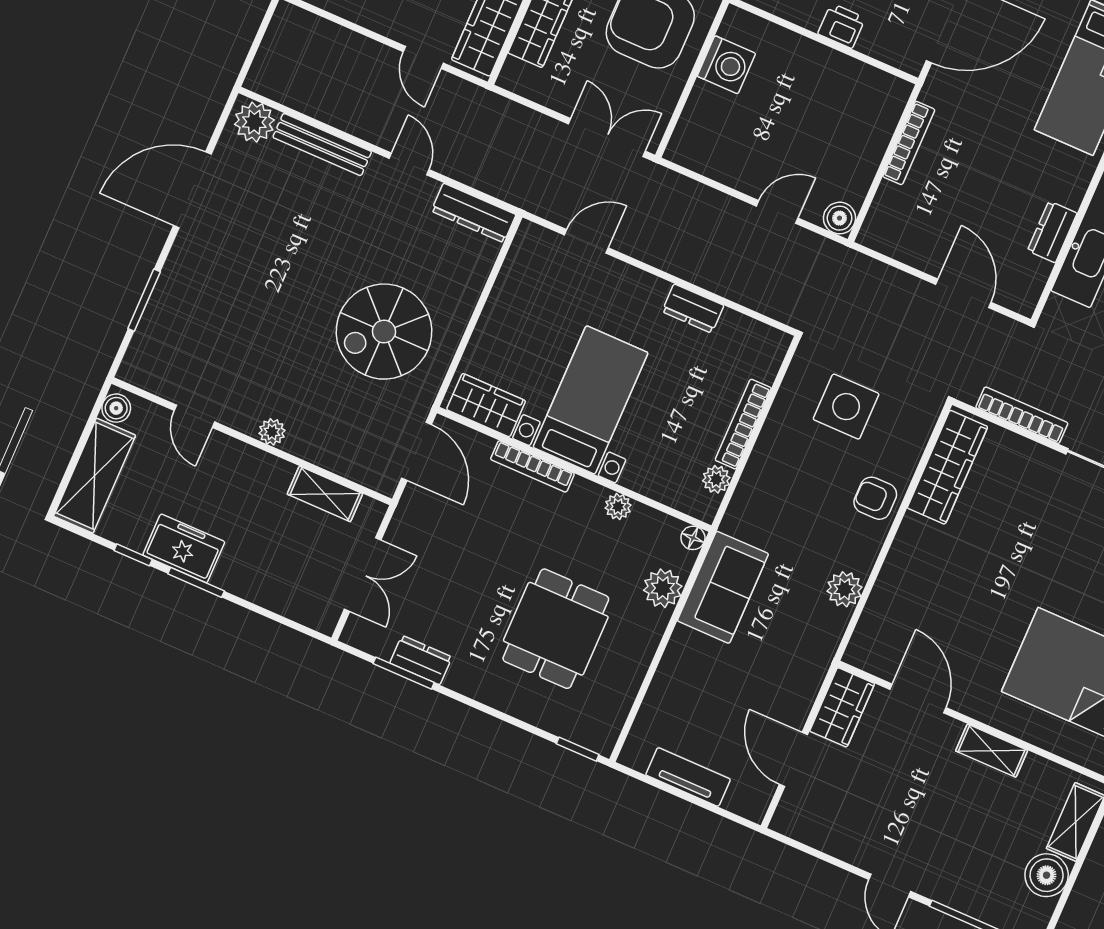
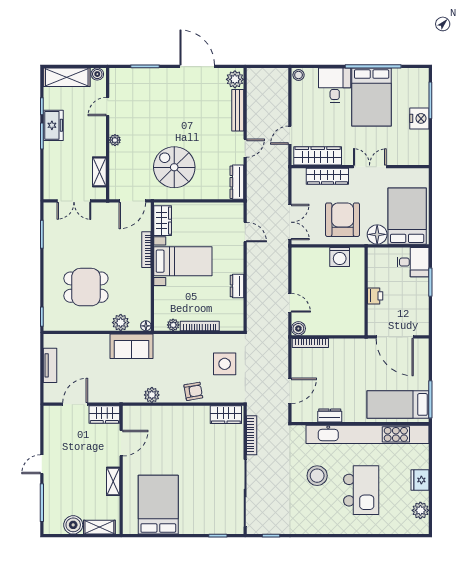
bookcase: (909, 143) -> (310, 343), moved
wardrobe: (947, 467) -> (226, 415), width x0.67
armchair: (875, 498) -> (193, 391), turned 80
plant: (618, 507) -> (145, 291), removed
dresser: (421, 660) -> (50, 239), removed

